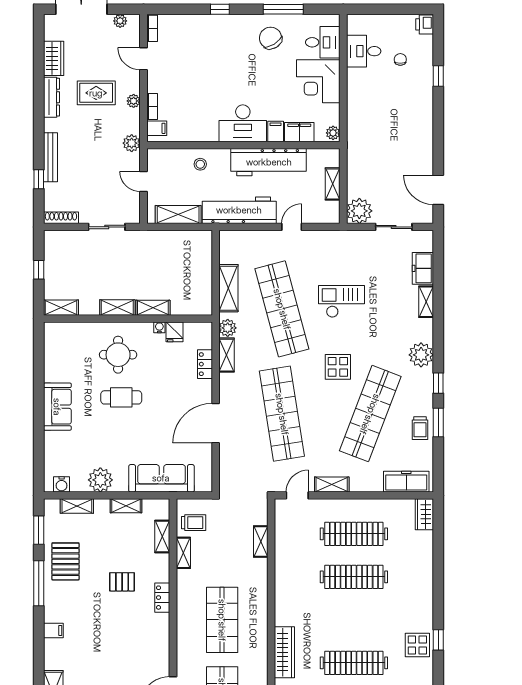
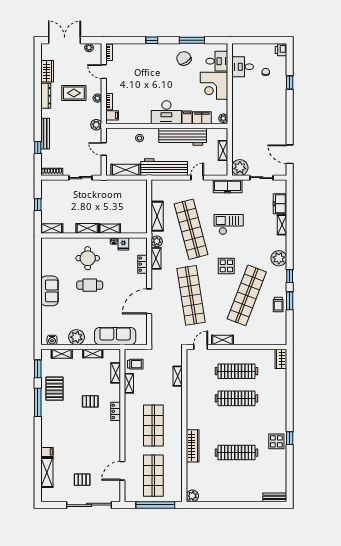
freezer: (406, 482) -> (228, 186), moved, turned 180
filing cabinet: (53, 630) -> (47, 452), moved

